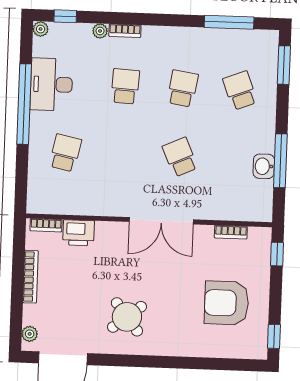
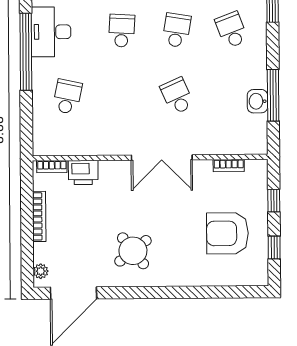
window: (277, 254) -> (274, 201), moved
window: (274, 336) -> (274, 247), moved

